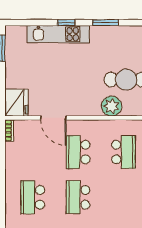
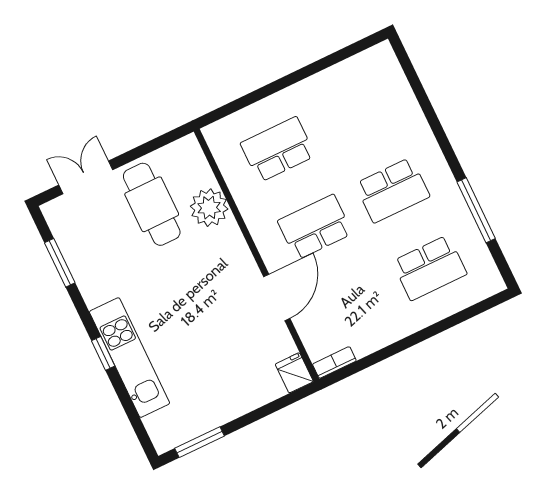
window: (106, 23) -> (60, 263), moved
fridge: (16, 103) -> (294, 373), width x0.53, depth x0.75
school desk: (78, 152) -> (315, 227), turned 180

